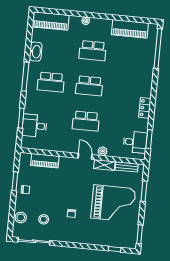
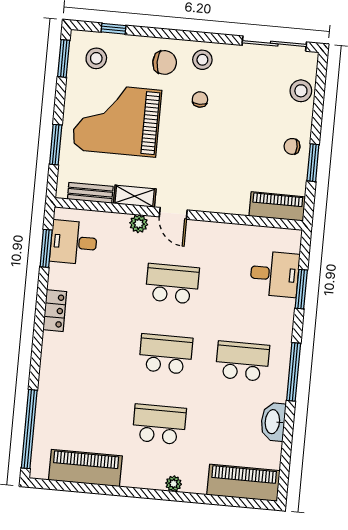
piano: (45, 161) -> (277, 206), moved
stool: (44, 219) -> (202, 60), moved
chair: (89, 232) -> (165, 62), added
stool: (123, 234) -> (96, 58), added

